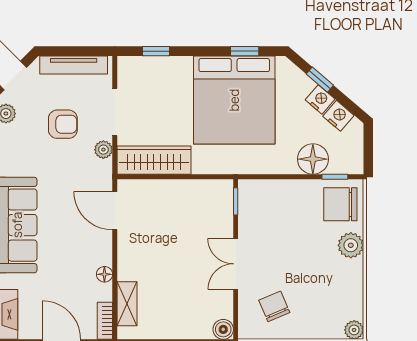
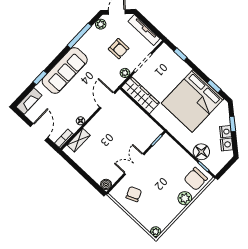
chair: (340, 204) -> (196, 179), turned -90

